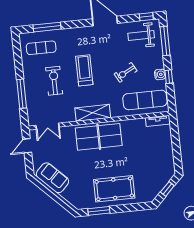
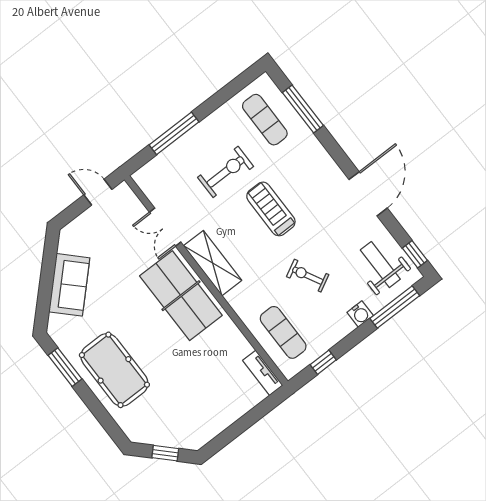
treadmill: (84, 70) -> (271, 209), turned -90
water cooler: (160, 74) -> (360, 314), moved
window: (169, 77) -> (323, 362), moved
exercise mat: (145, 100) -> (283, 332), width x0.73, depth x0.69
double door: (47, 126) -> (165, 227), moved
sofa: (52, 178) -> (69, 285), moved

